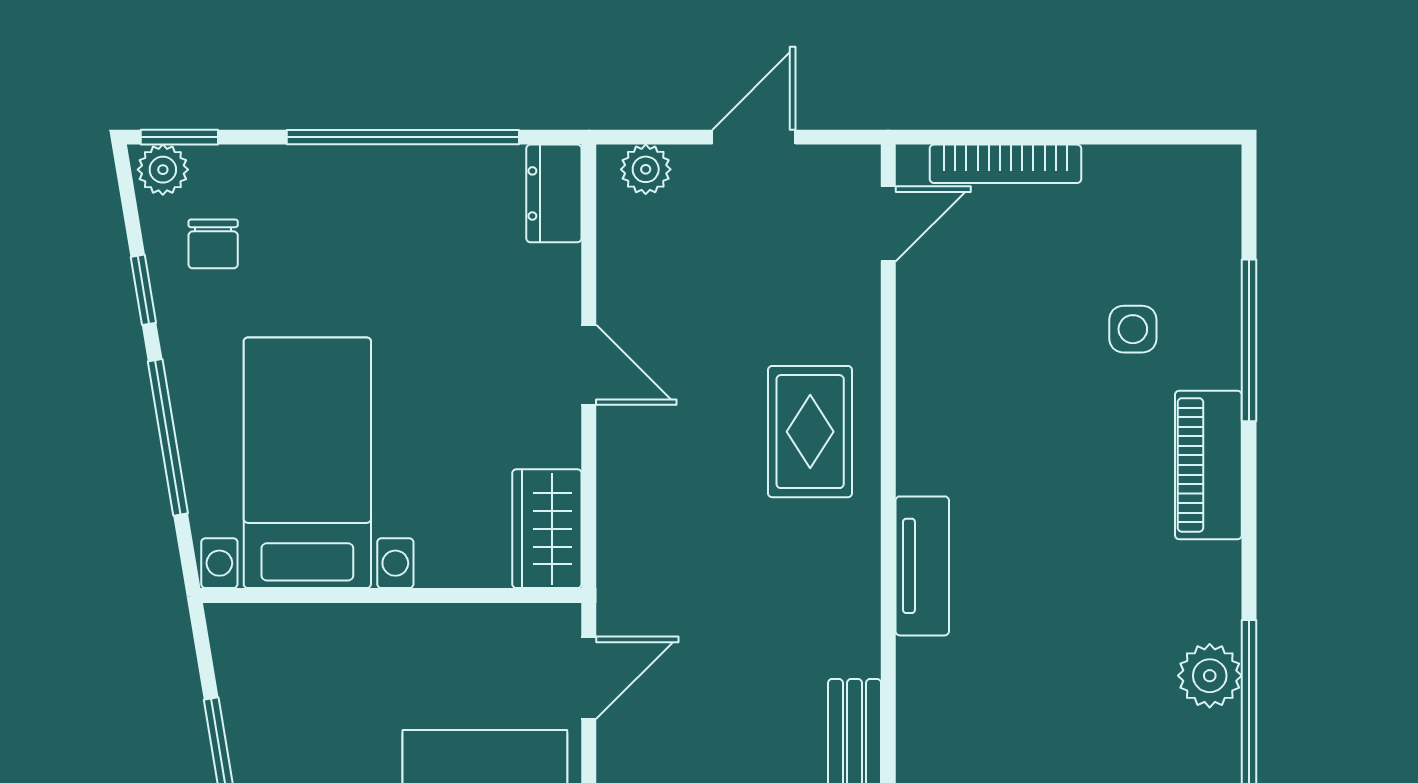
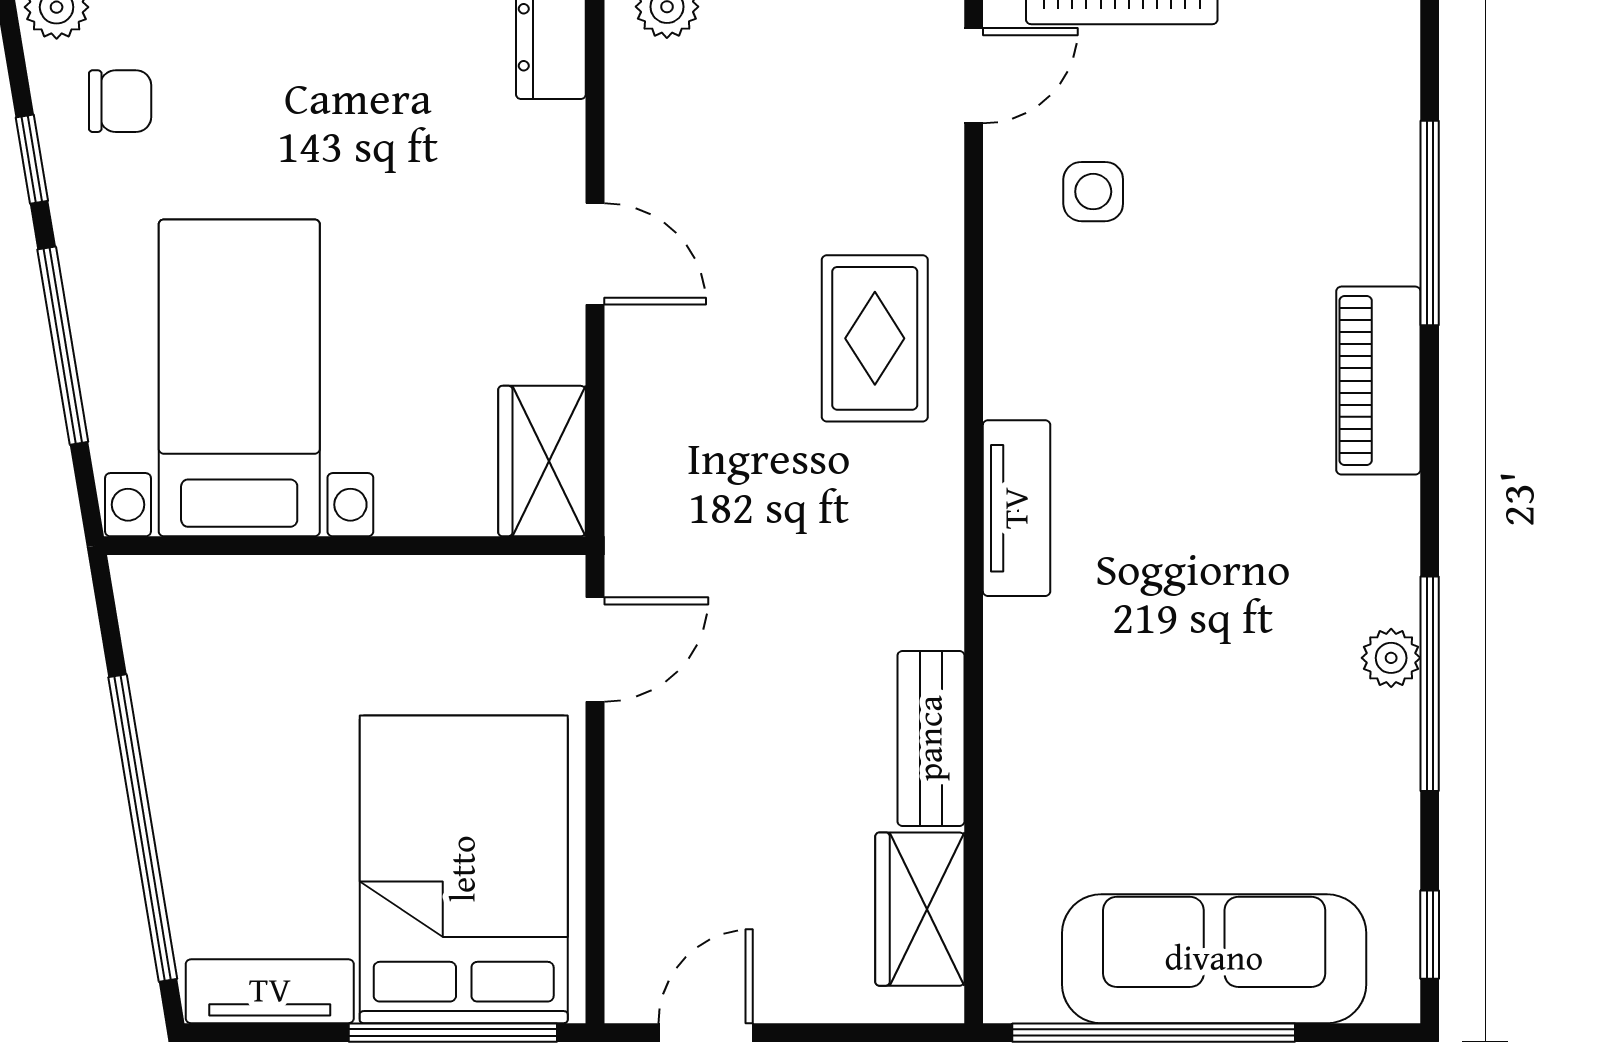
chair: (213, 244) -> (120, 101), turned -90
side table: (1133, 329) -> (1093, 192), moved
plant: (1210, 676) -> (1391, 658), width x0.73, depth x0.73

